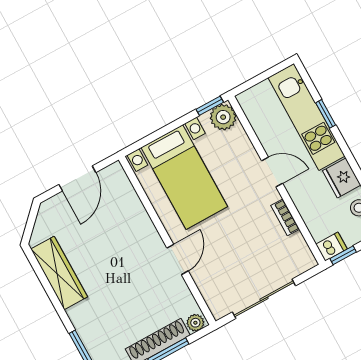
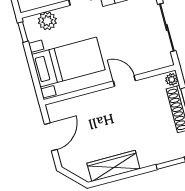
plant: (223, 117) -> (47, 21), moved
door: (77, 178) -> (51, 137), hinge flipped

